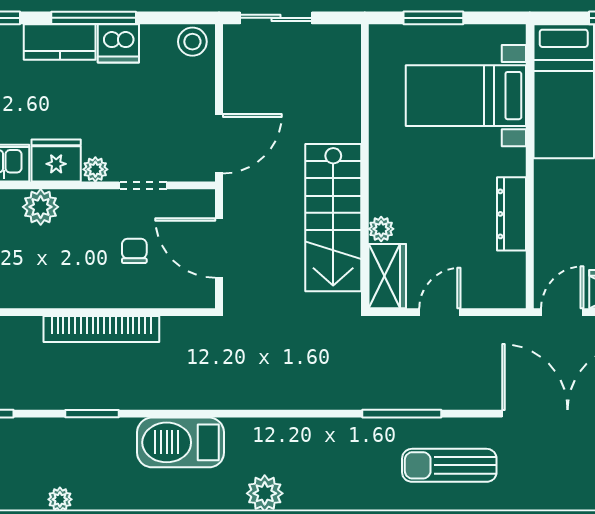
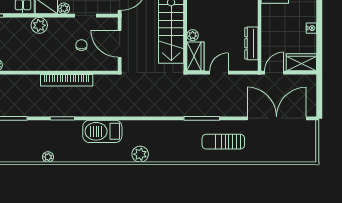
dresser: (512, 214) -> (251, 43), moved

